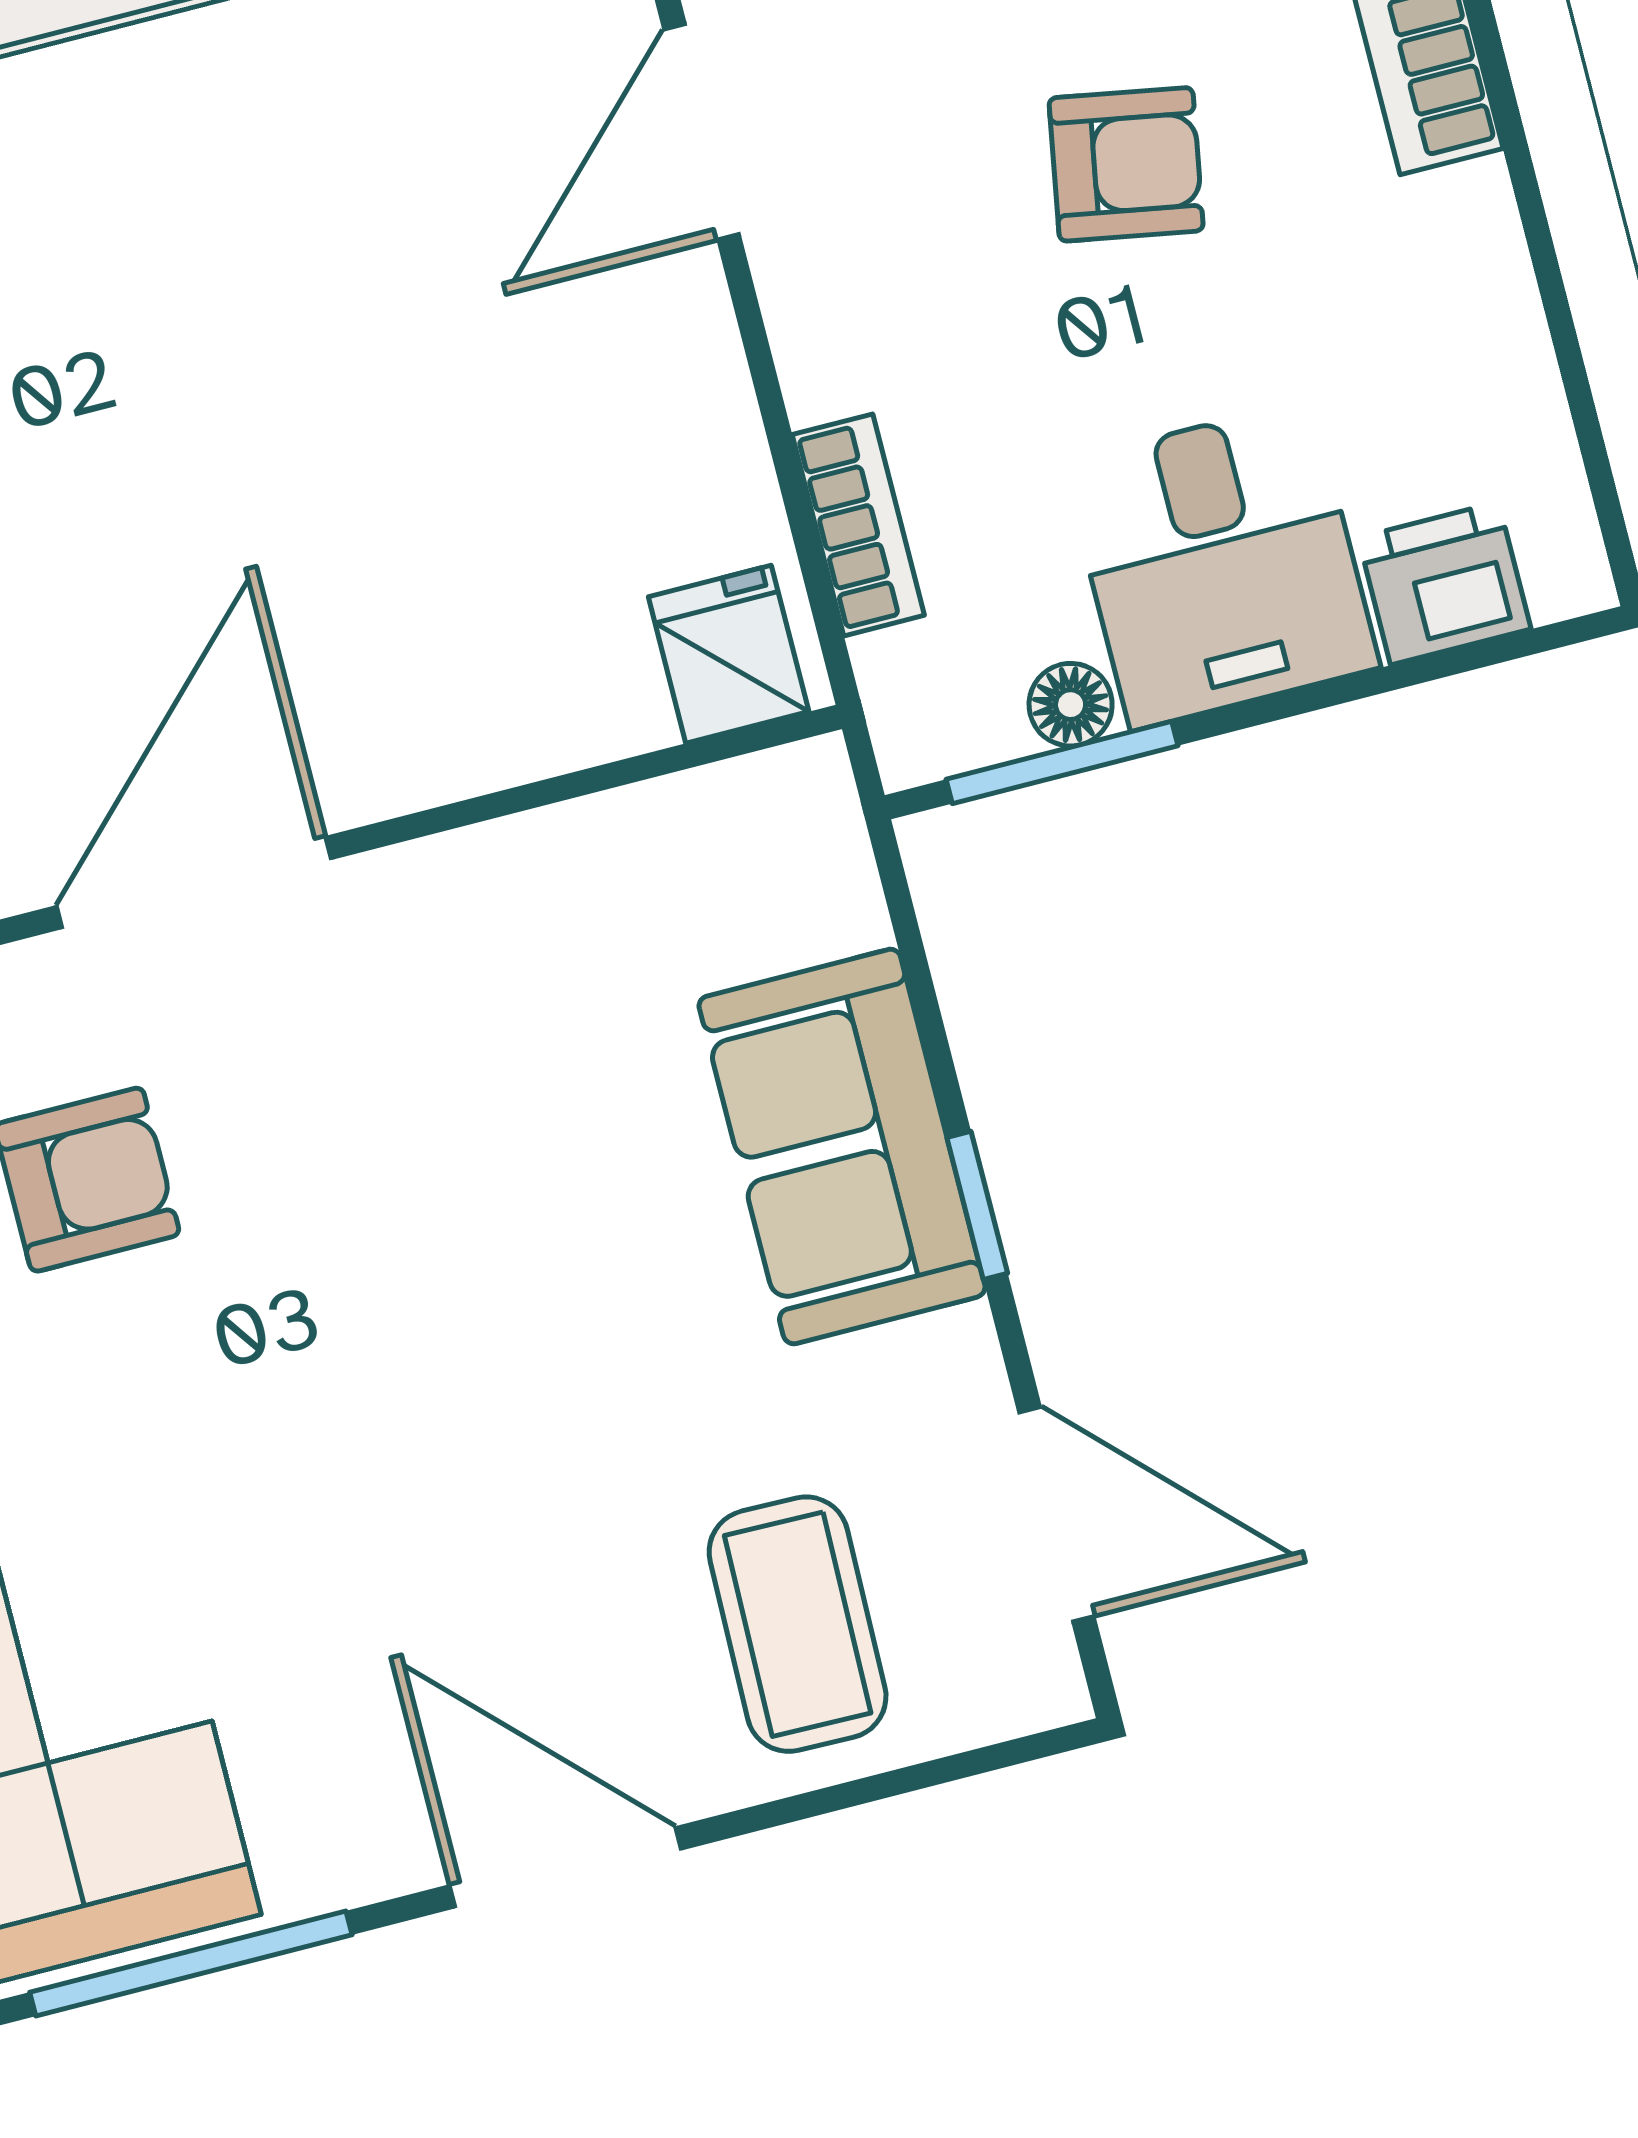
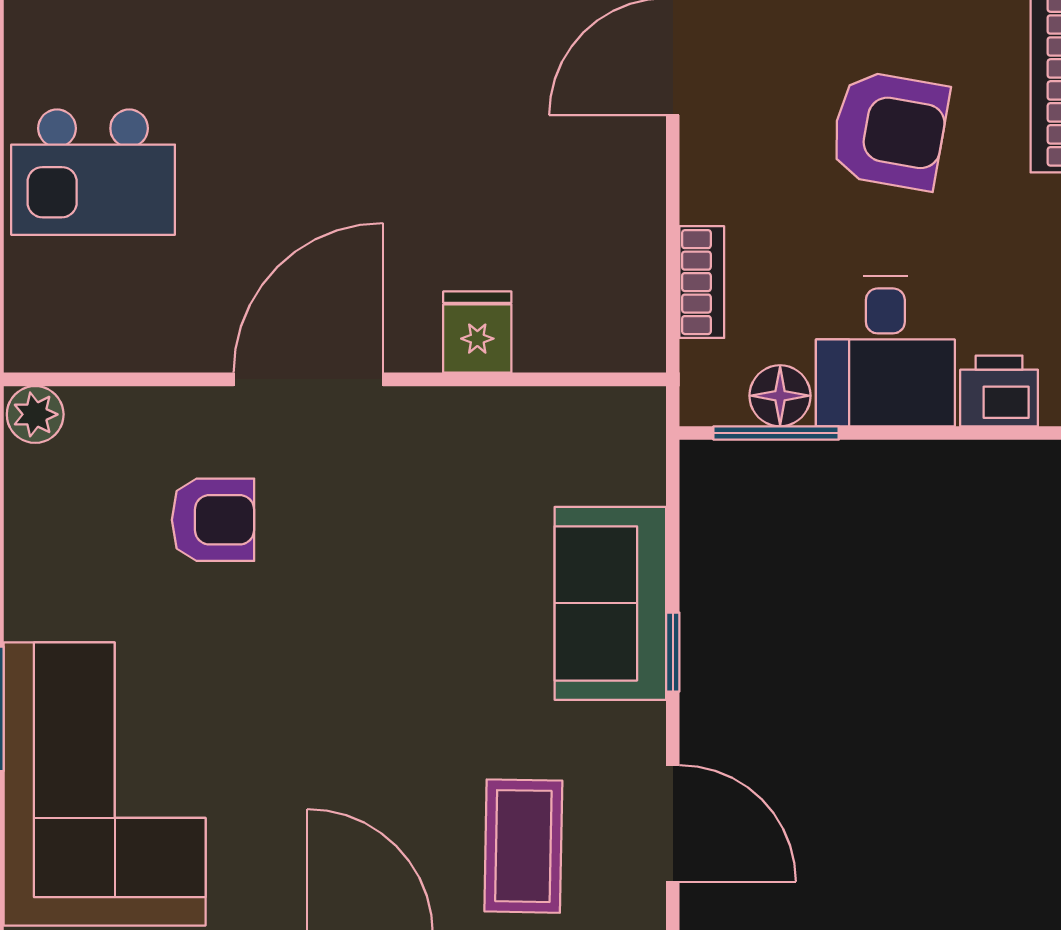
armchair: (1126, 164) -> (889, 130), width x1.38, depth x1.38
fridge: (729, 654) -> (477, 332), moved
floor lamp: (1071, 705) -> (780, 396), width x1.37, depth x1.37

